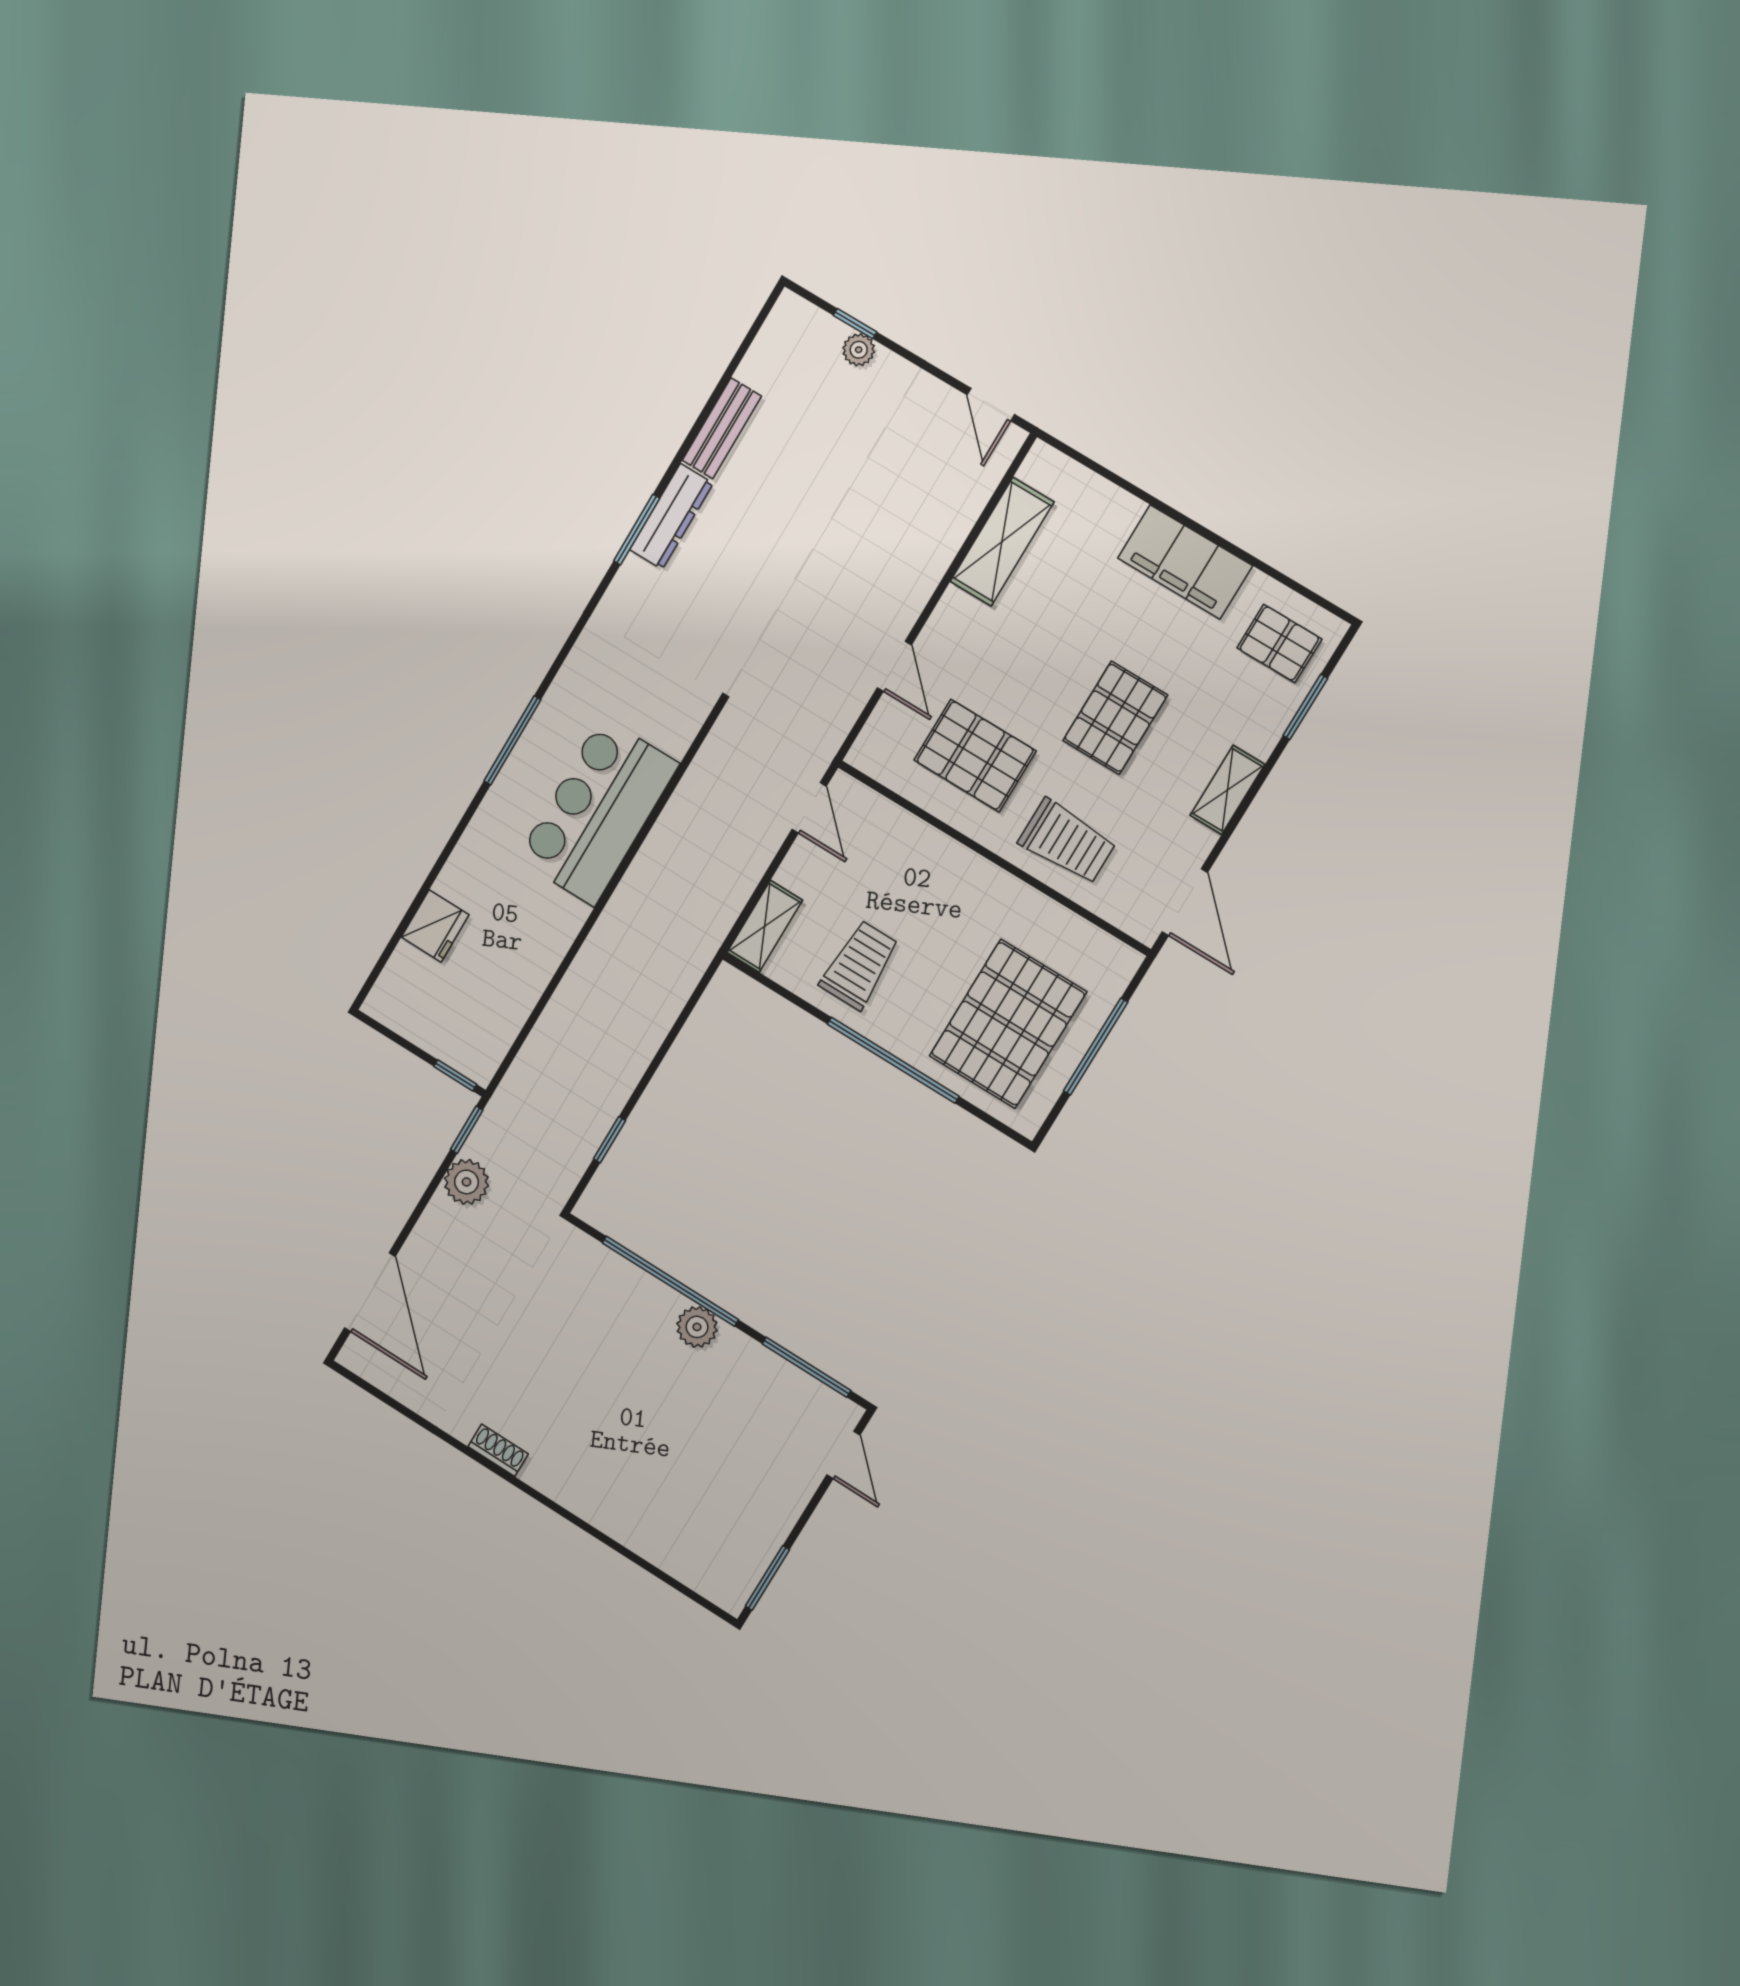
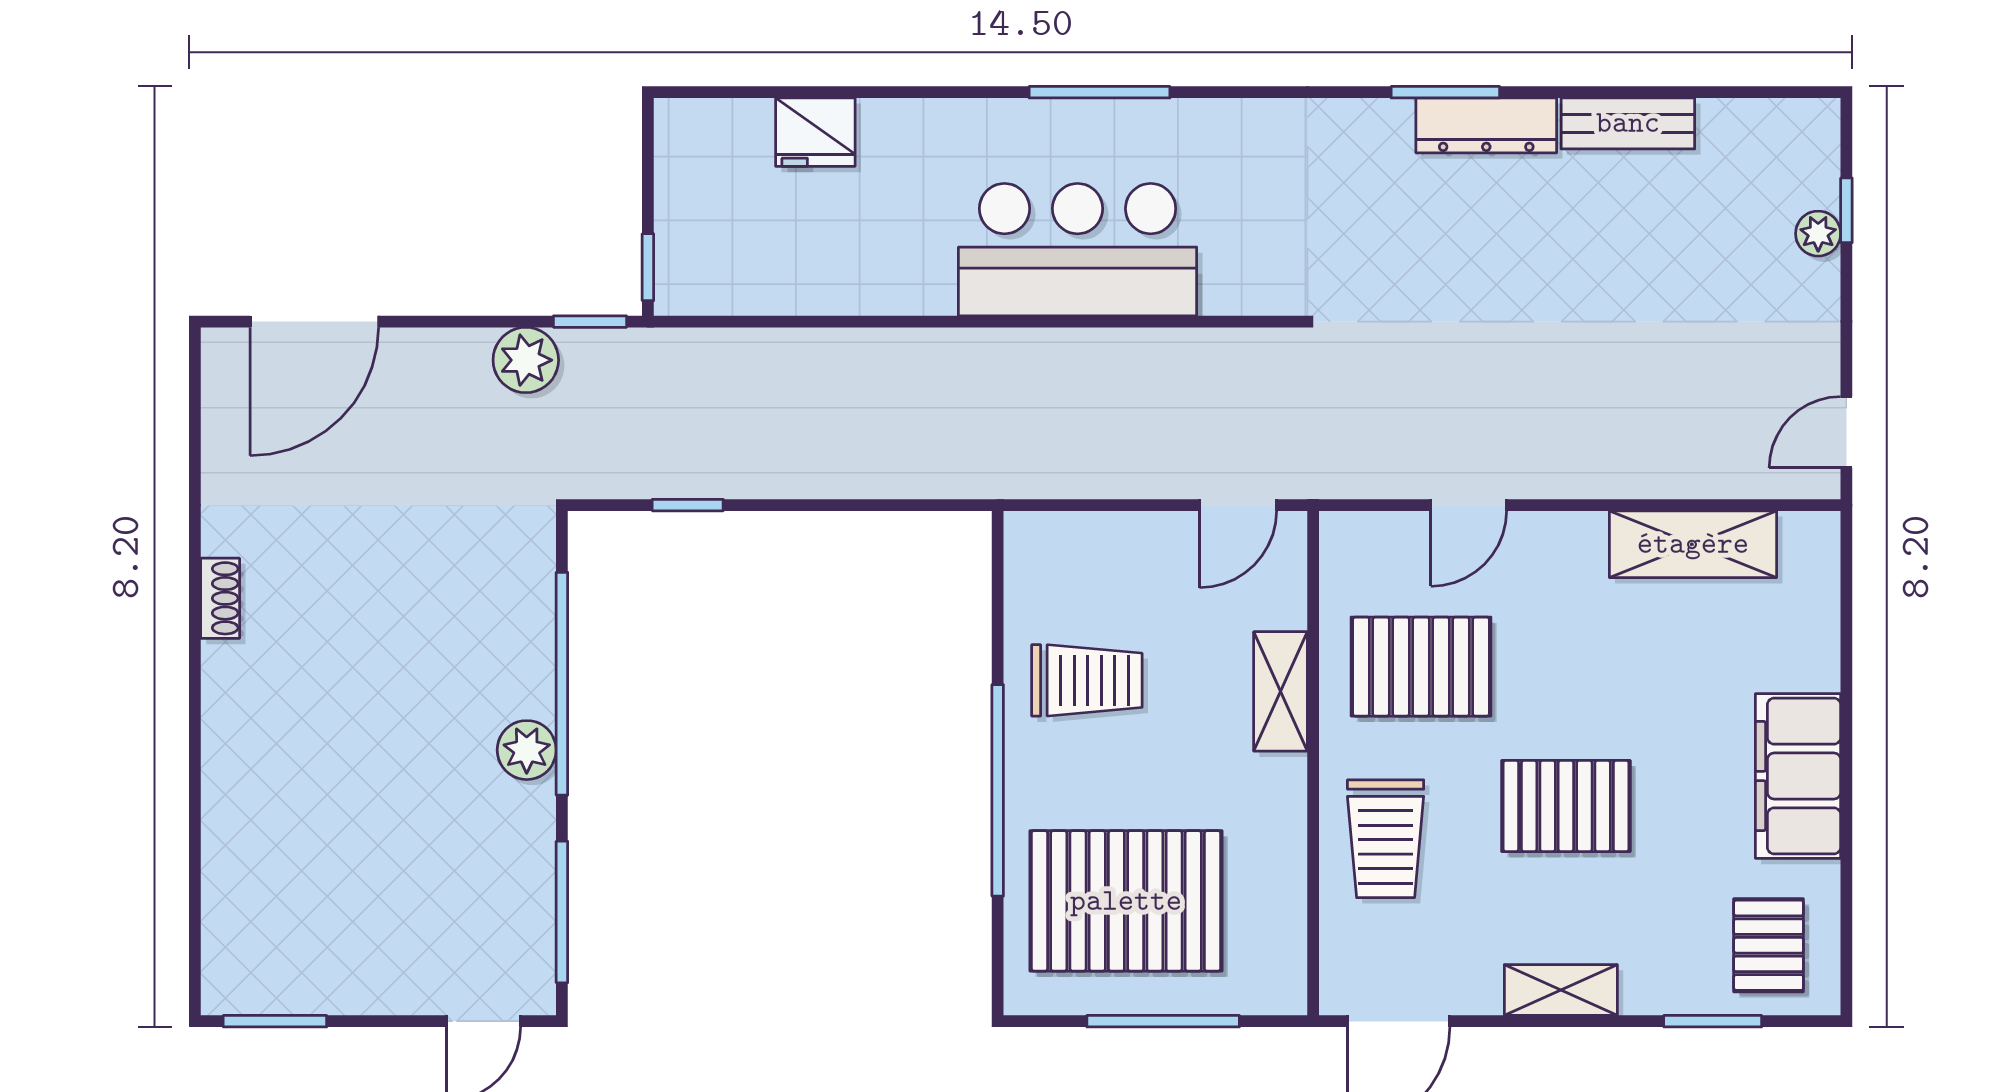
pallet: (975, 756) -> (1421, 667), turned 90
shelving: (765, 926) -> (1281, 691), moved, turned 90

